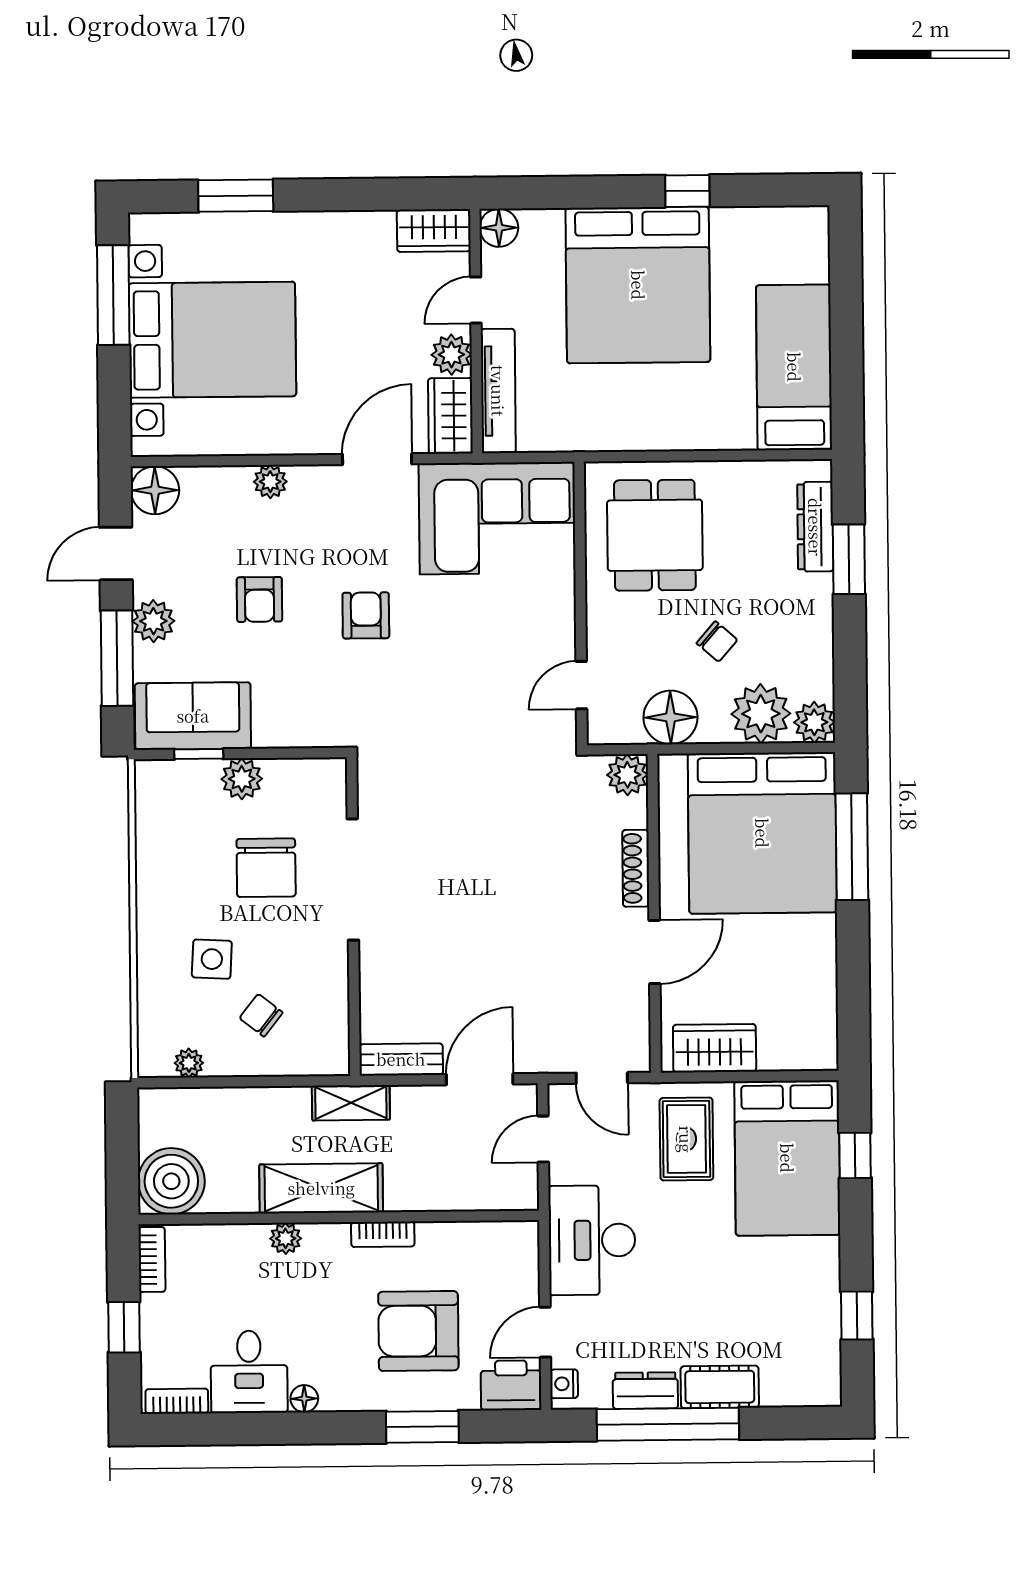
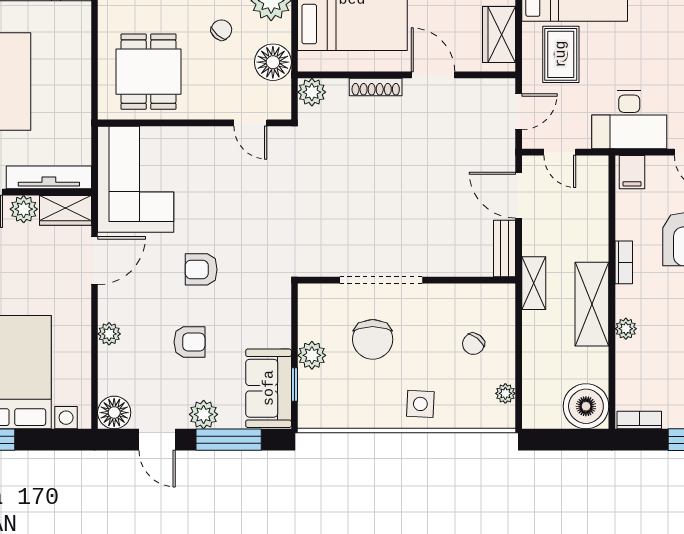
door: (377, 459) -> (95, 261), swing flipped
dining table: (655, 535) -> (148, 72), turned 90
chair: (266, 868) -> (373, 339), turned 90
side table: (212, 959) -> (420, 404), moved
rug: (686, 1139) -> (561, 54), turned 90
filing cabinet: (515, 1245) -> (632, 172), added

